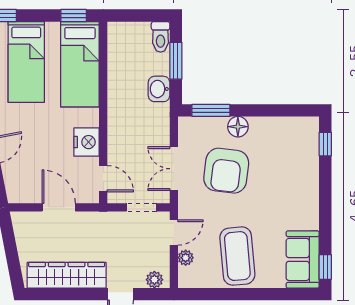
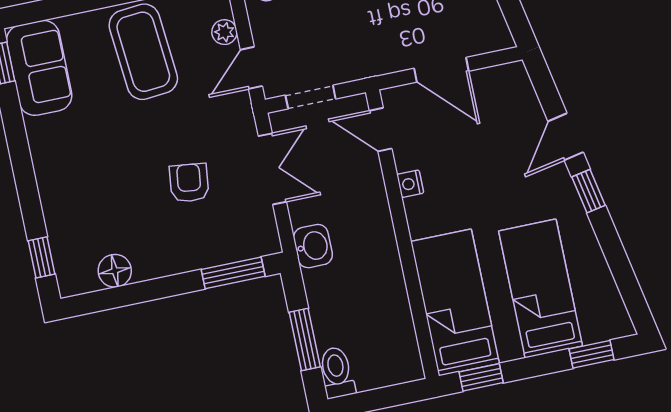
washbasin: (159, 89) -> (313, 246), moved
floor lamp: (238, 127) -> (115, 271), moved
nightstand: (86, 142) -> (410, 184), width x0.53, depth x0.56
armchair: (226, 171) -> (189, 183), width x0.53, depth x0.53

